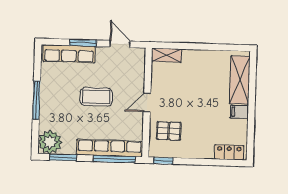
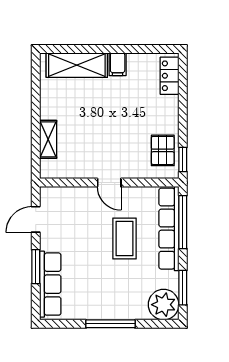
shelving: (166, 55) -> (48, 139), moved
coffee table: (96, 97) -> (124, 239), moved
pallet: (169, 131) -> (163, 150), moved

